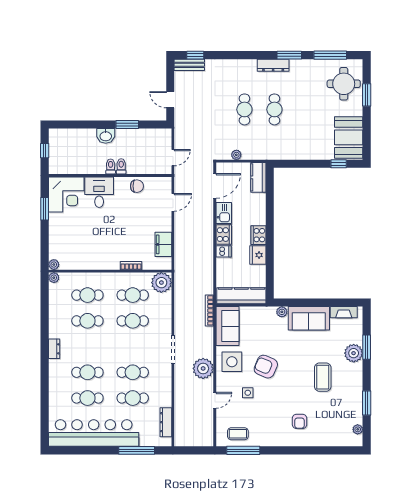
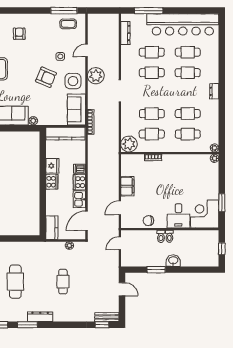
cafe table: (274, 109) -> (15, 282), moved, width x1.37, depth x1.35
filing cabinet: (163, 244) -> (127, 186), moved

